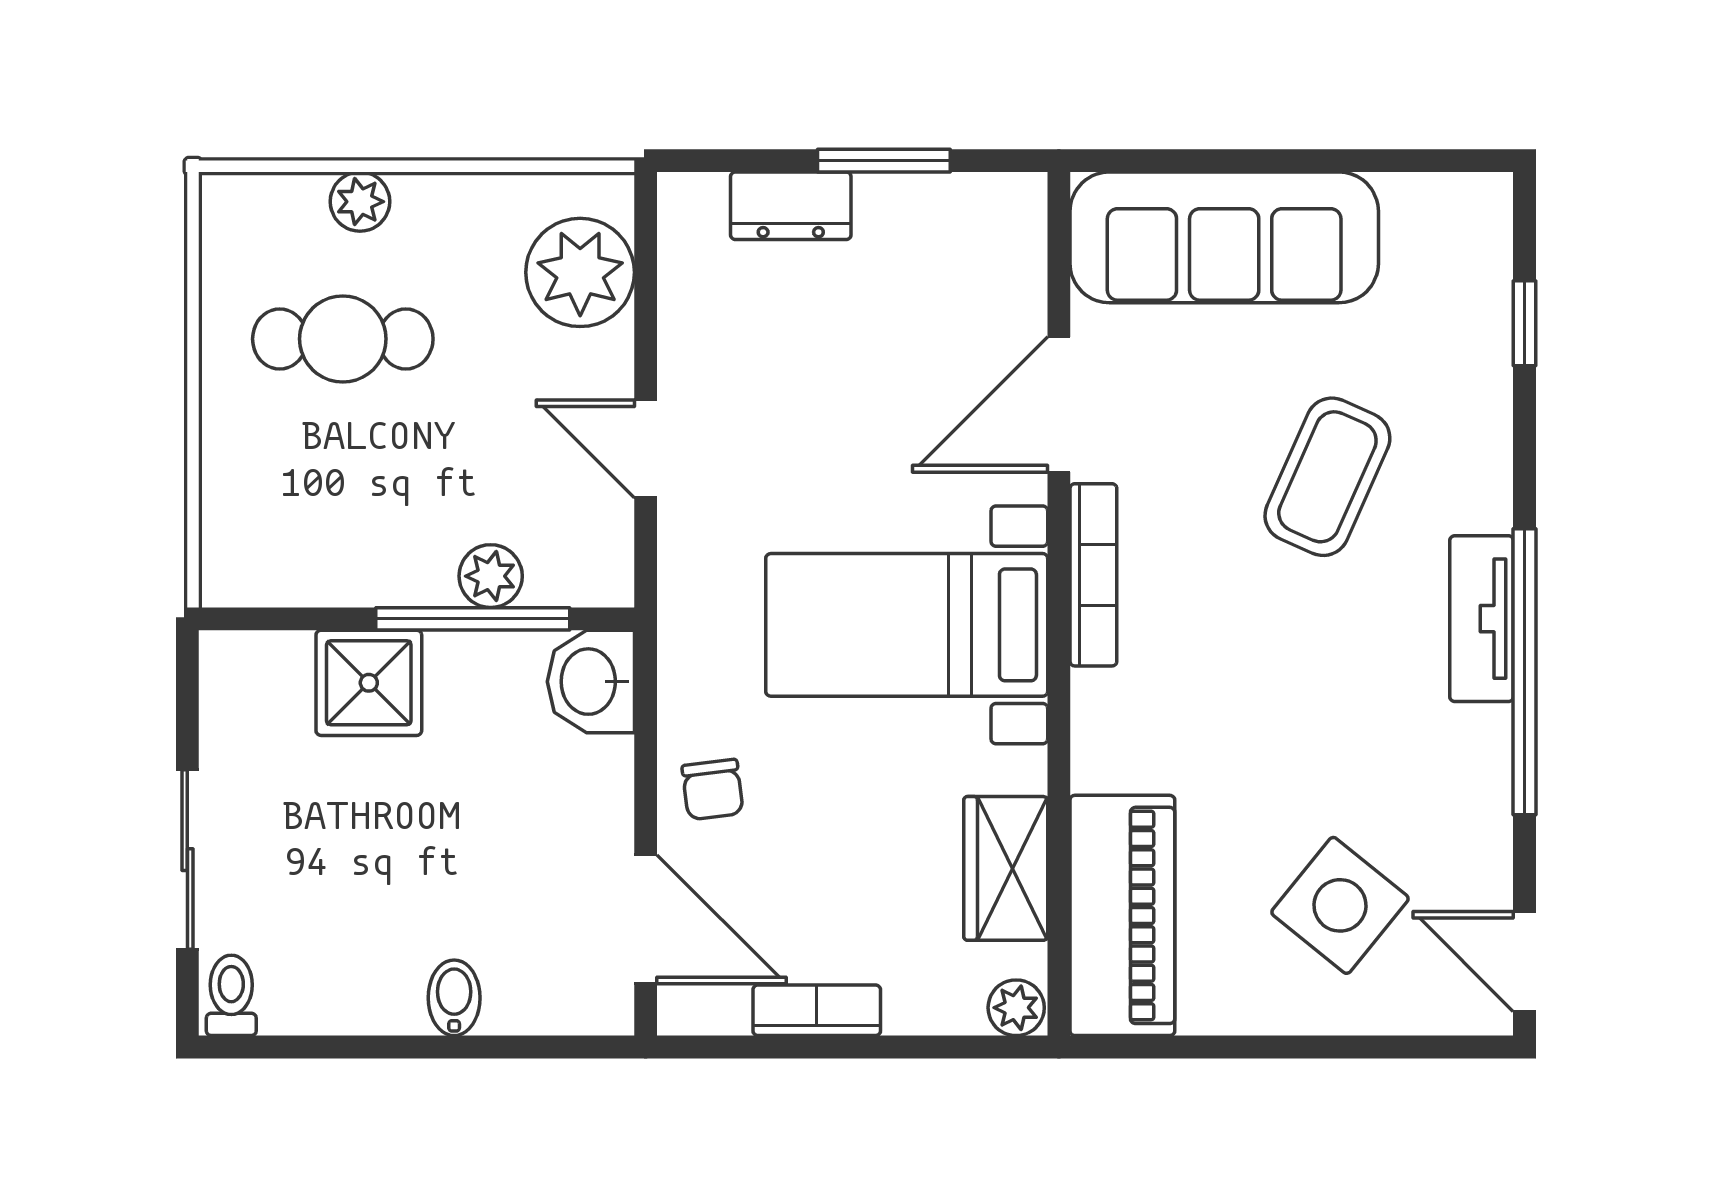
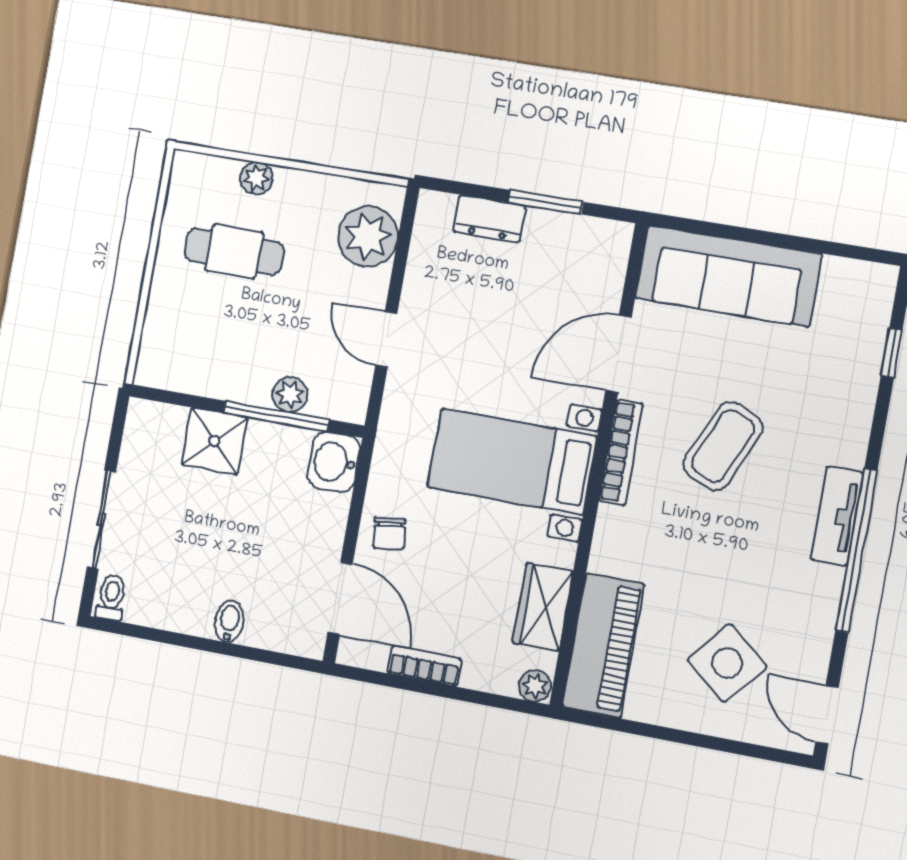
coffee table: (1327, 477) -> (723, 446), moved

